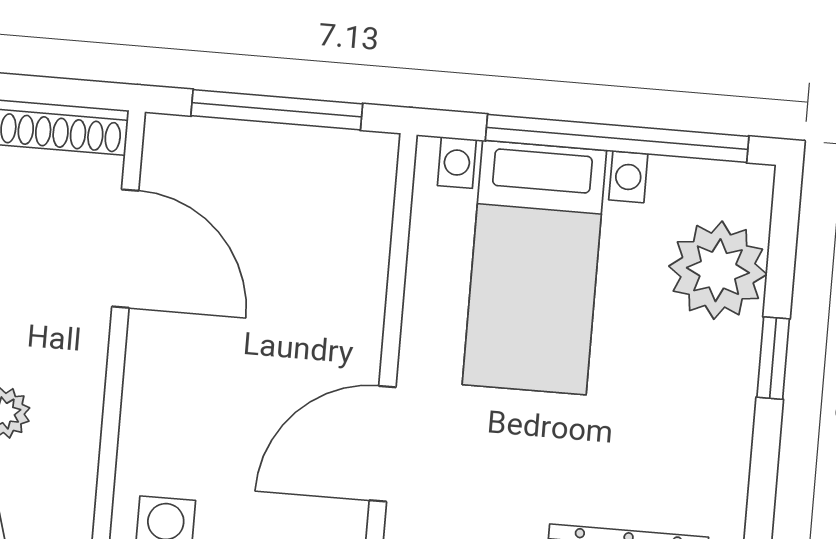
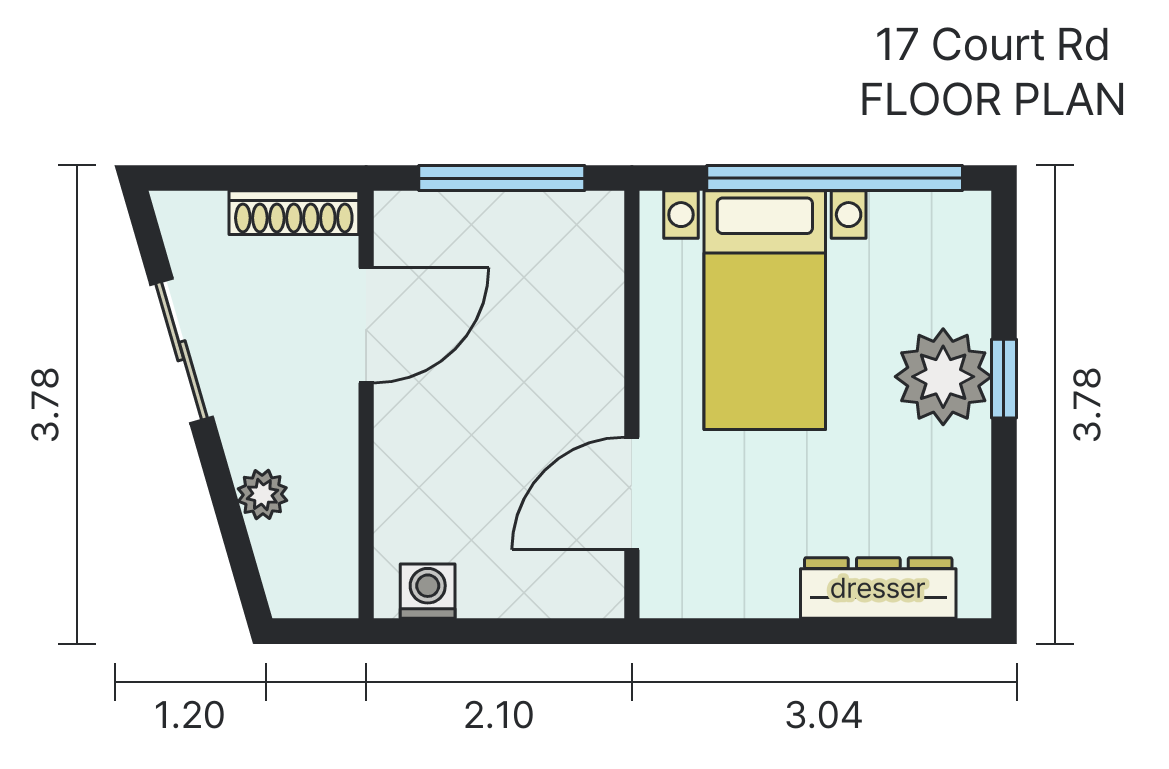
door: (125, 249) -> (366, 325), hinge flipped
plant: (718, 270) -> (943, 377), moved

